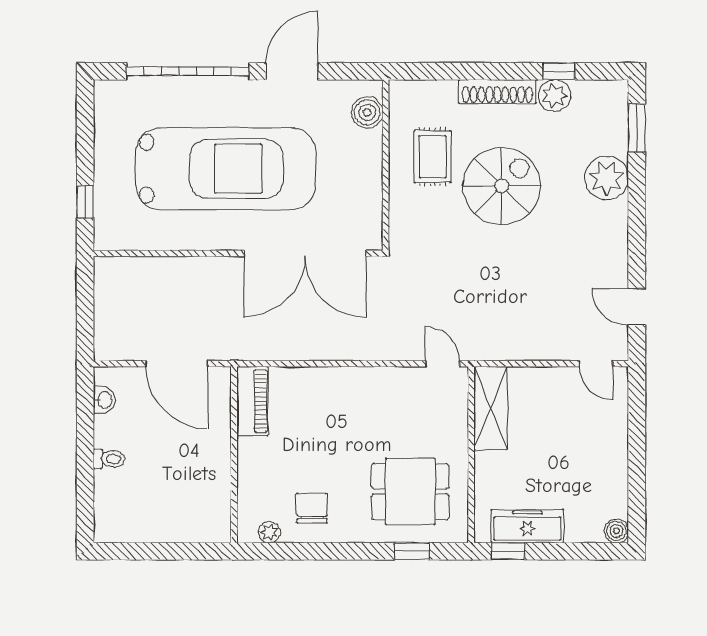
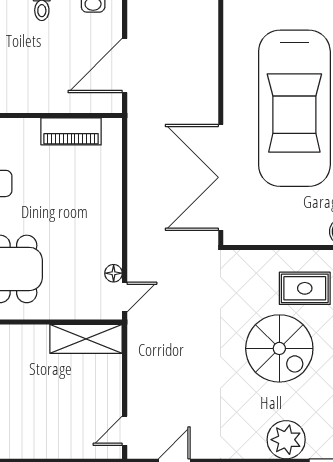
floor lamp: (415, 376) -> (114, 273), added
piano: (252, 401) -> (71, 131), moved

